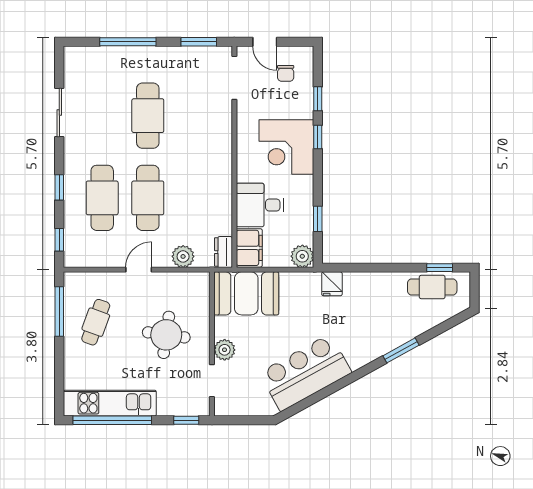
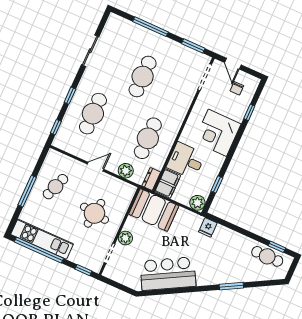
window: (318, 137) -> (239, 135), removed
cafe table: (148, 198) -> (148, 138), moved
window: (59, 311) -> (27, 191), moved

